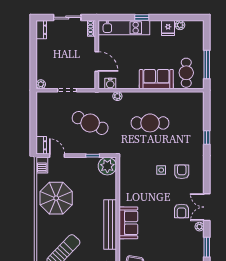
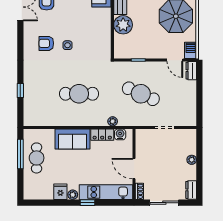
plant: (180, 25) -> (73, 195), moved
door: (97, 61) -> (134, 169), moved
cafe table: (186, 73) -> (37, 158), moved
locker: (128, 83) -> (102, 135), added
plant: (41, 84) -> (192, 160), moved
window: (207, 138) -> (20, 90), moved
plant: (107, 166) -> (123, 25), moved
armchair: (182, 172) -> (46, 43), turned 90

